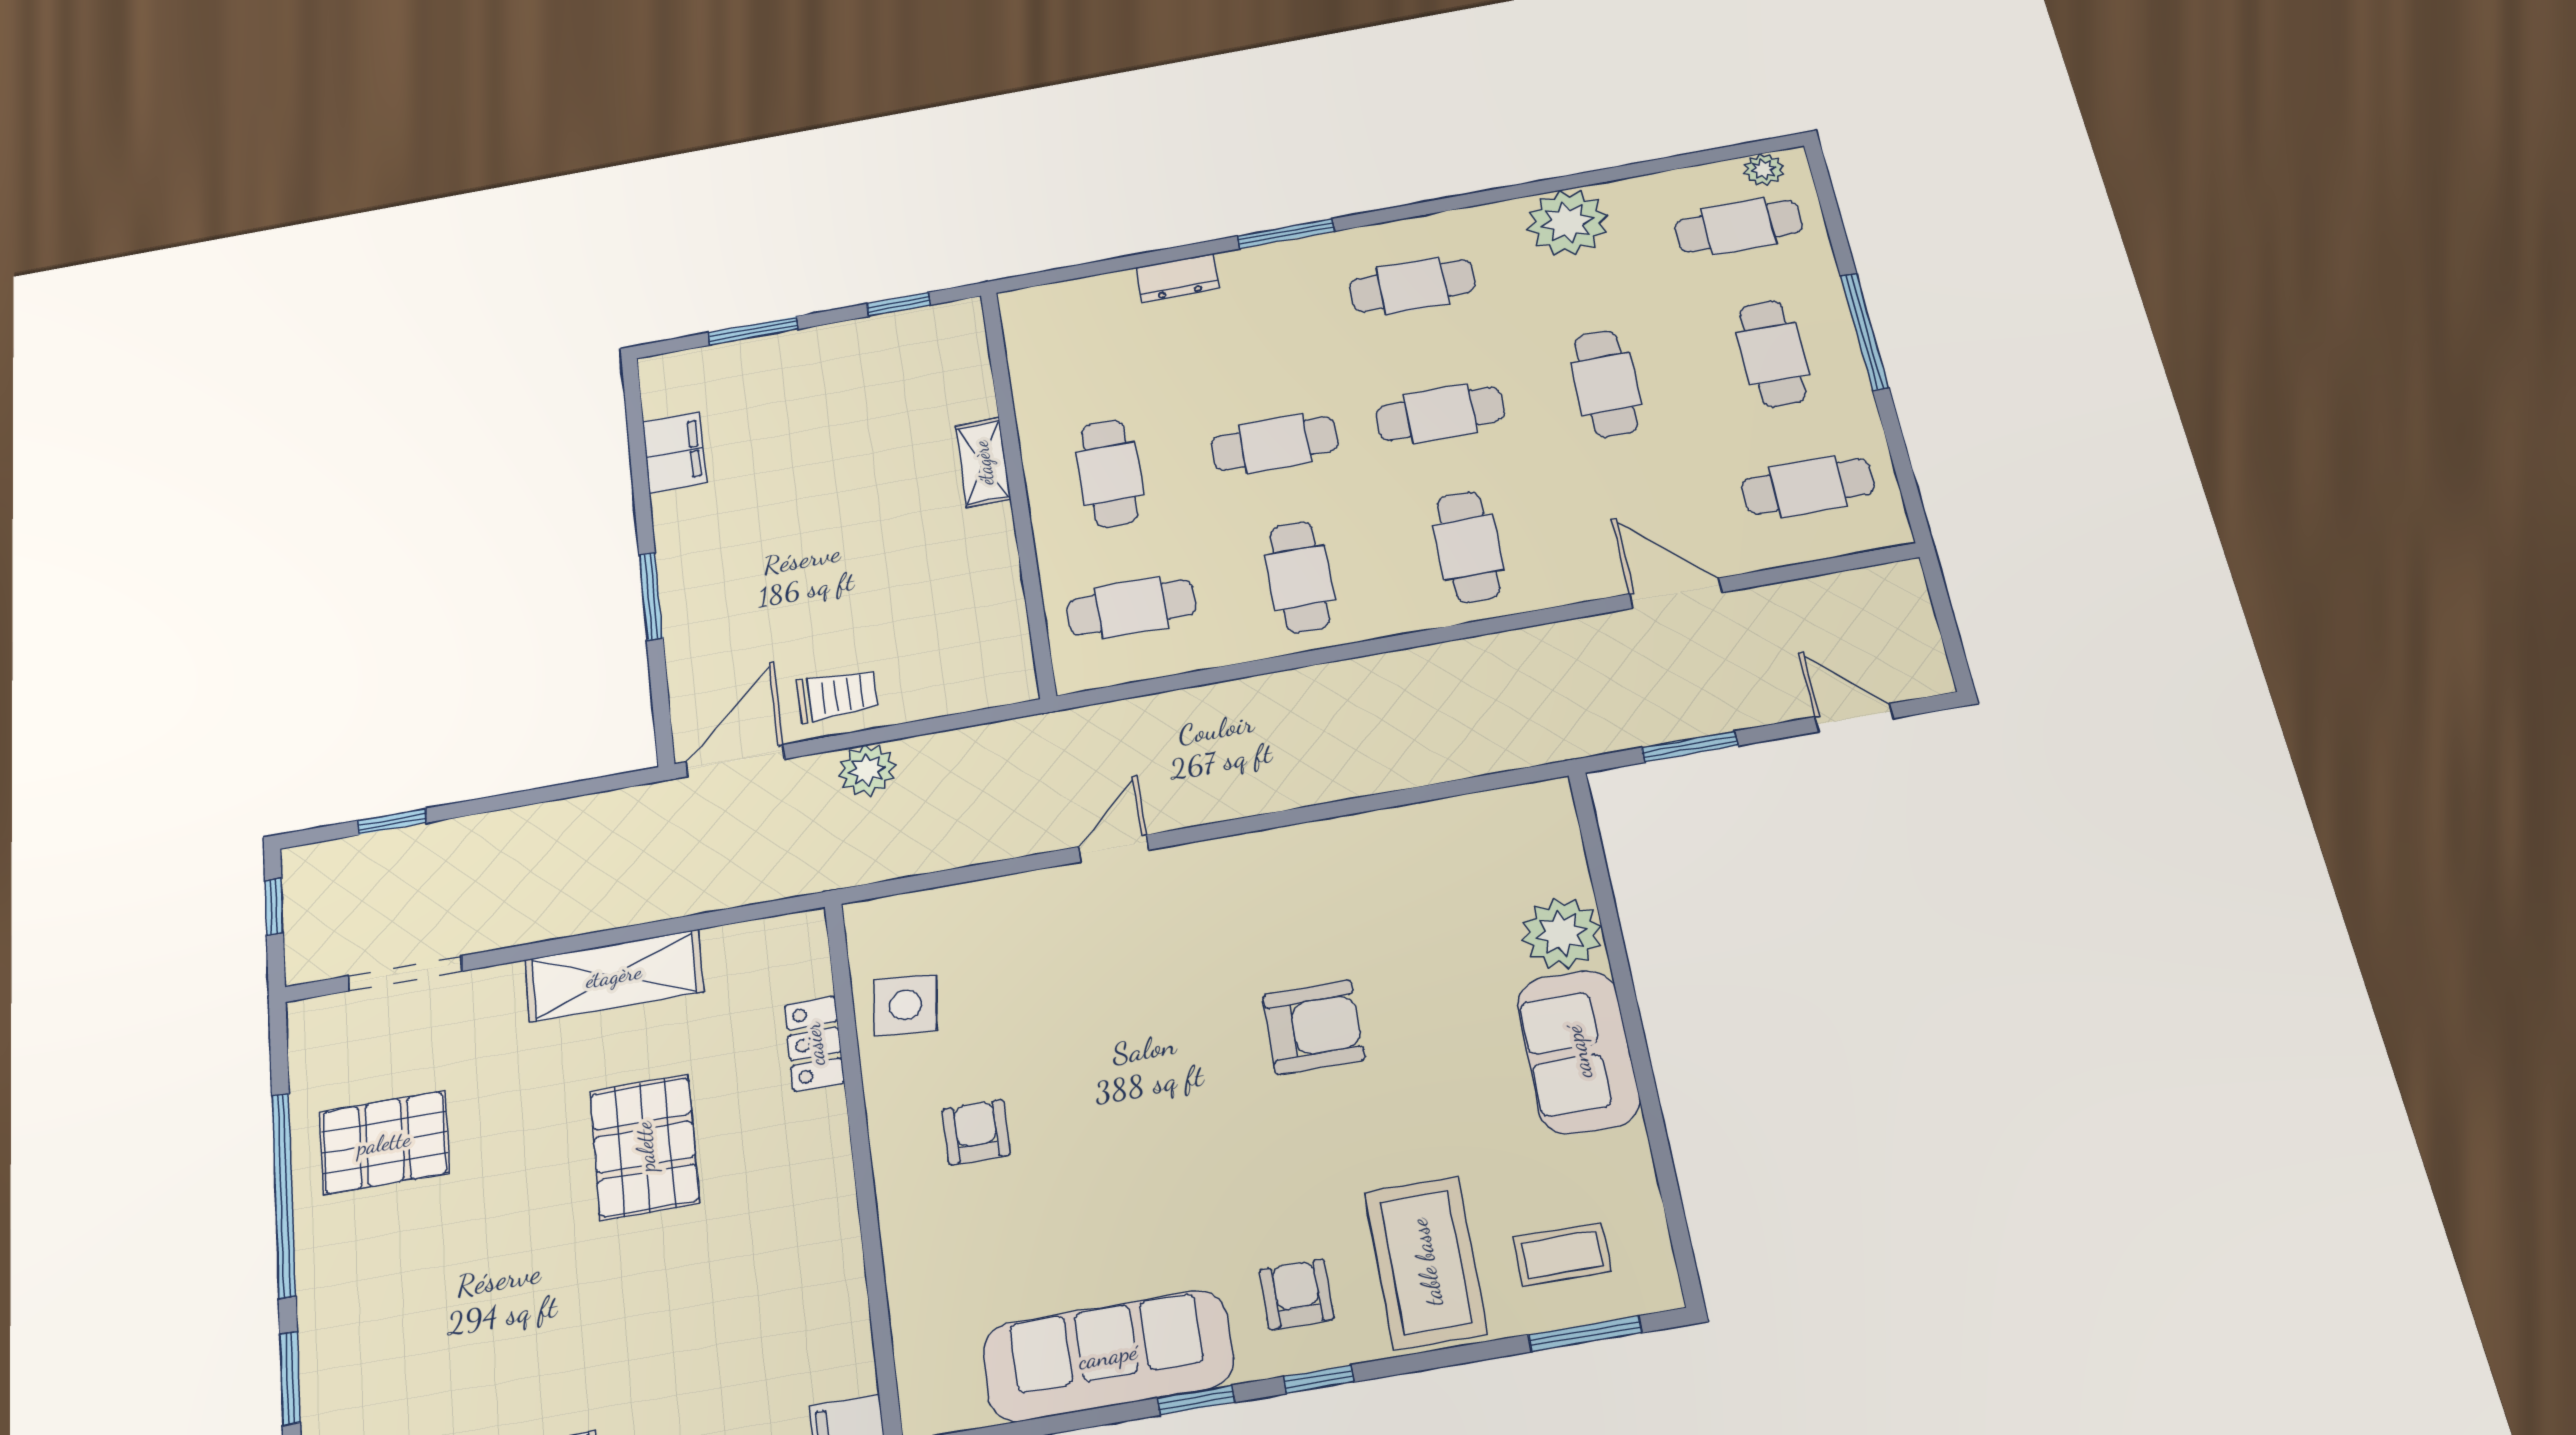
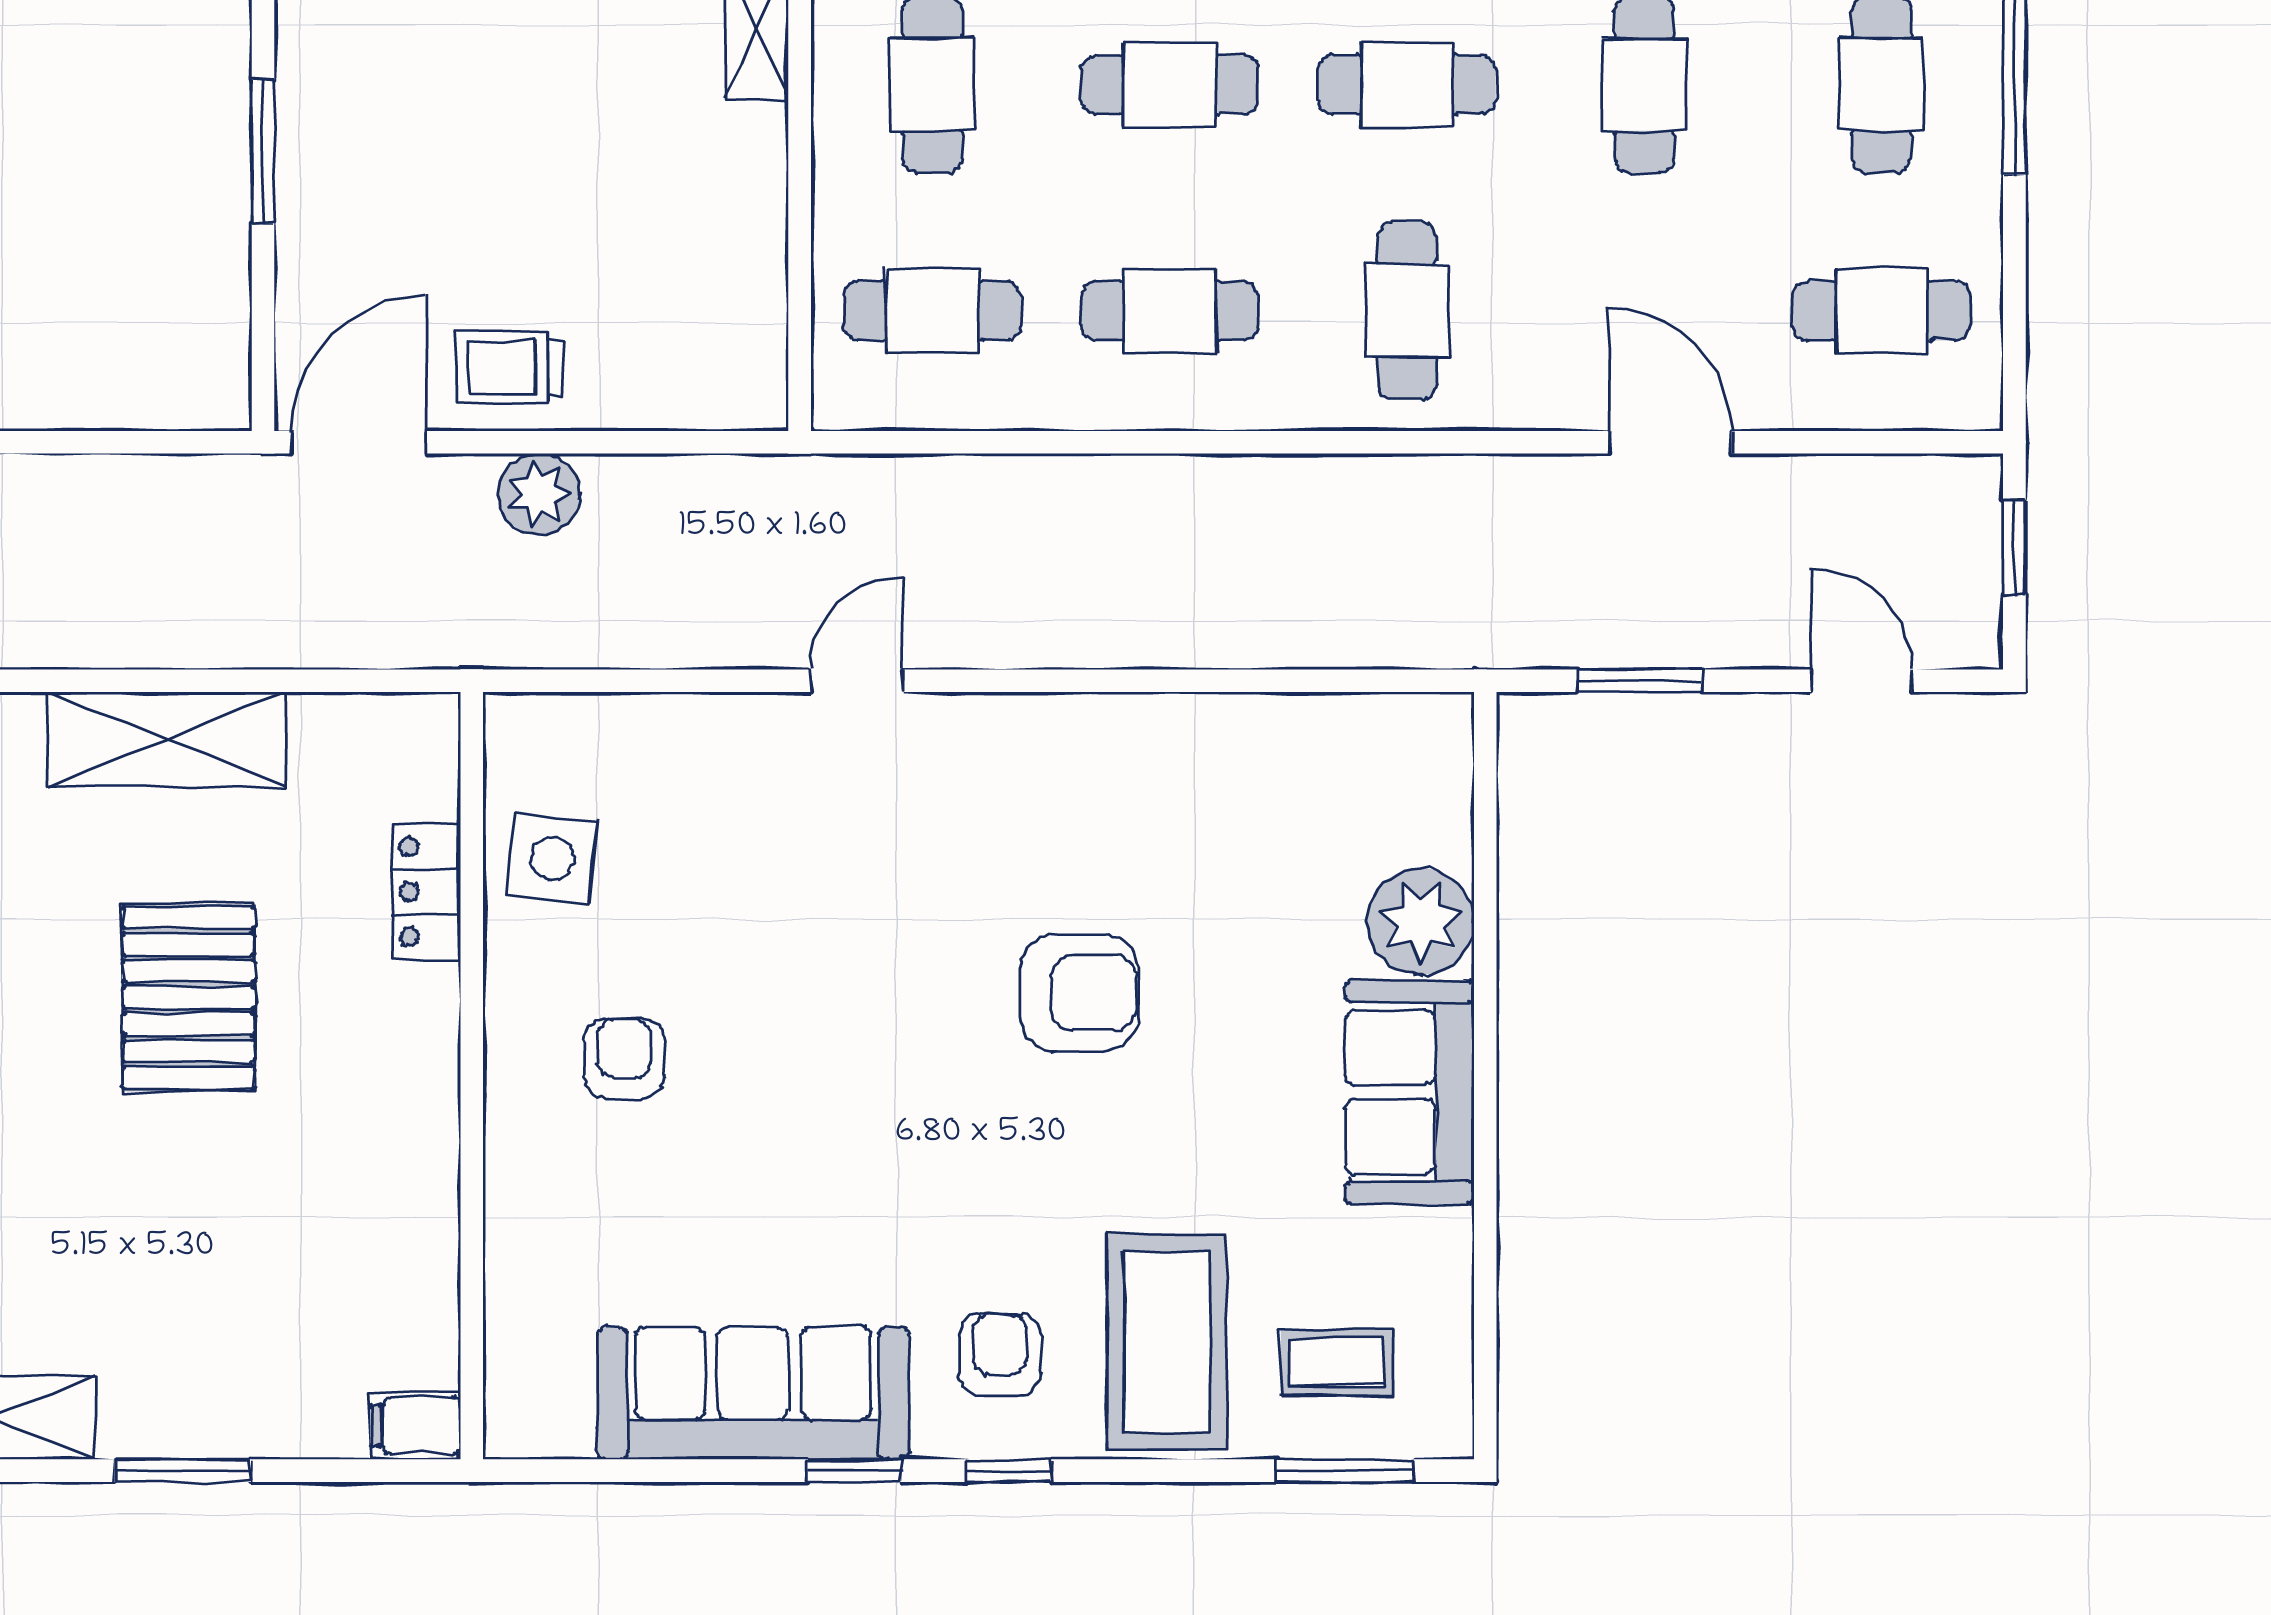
cafe table: (1300, 577) -> (1170, 311), turned 90
window: (1944, 613) -> (2014, 547), added
trolley: (837, 696) -> (510, 368), turned 180

